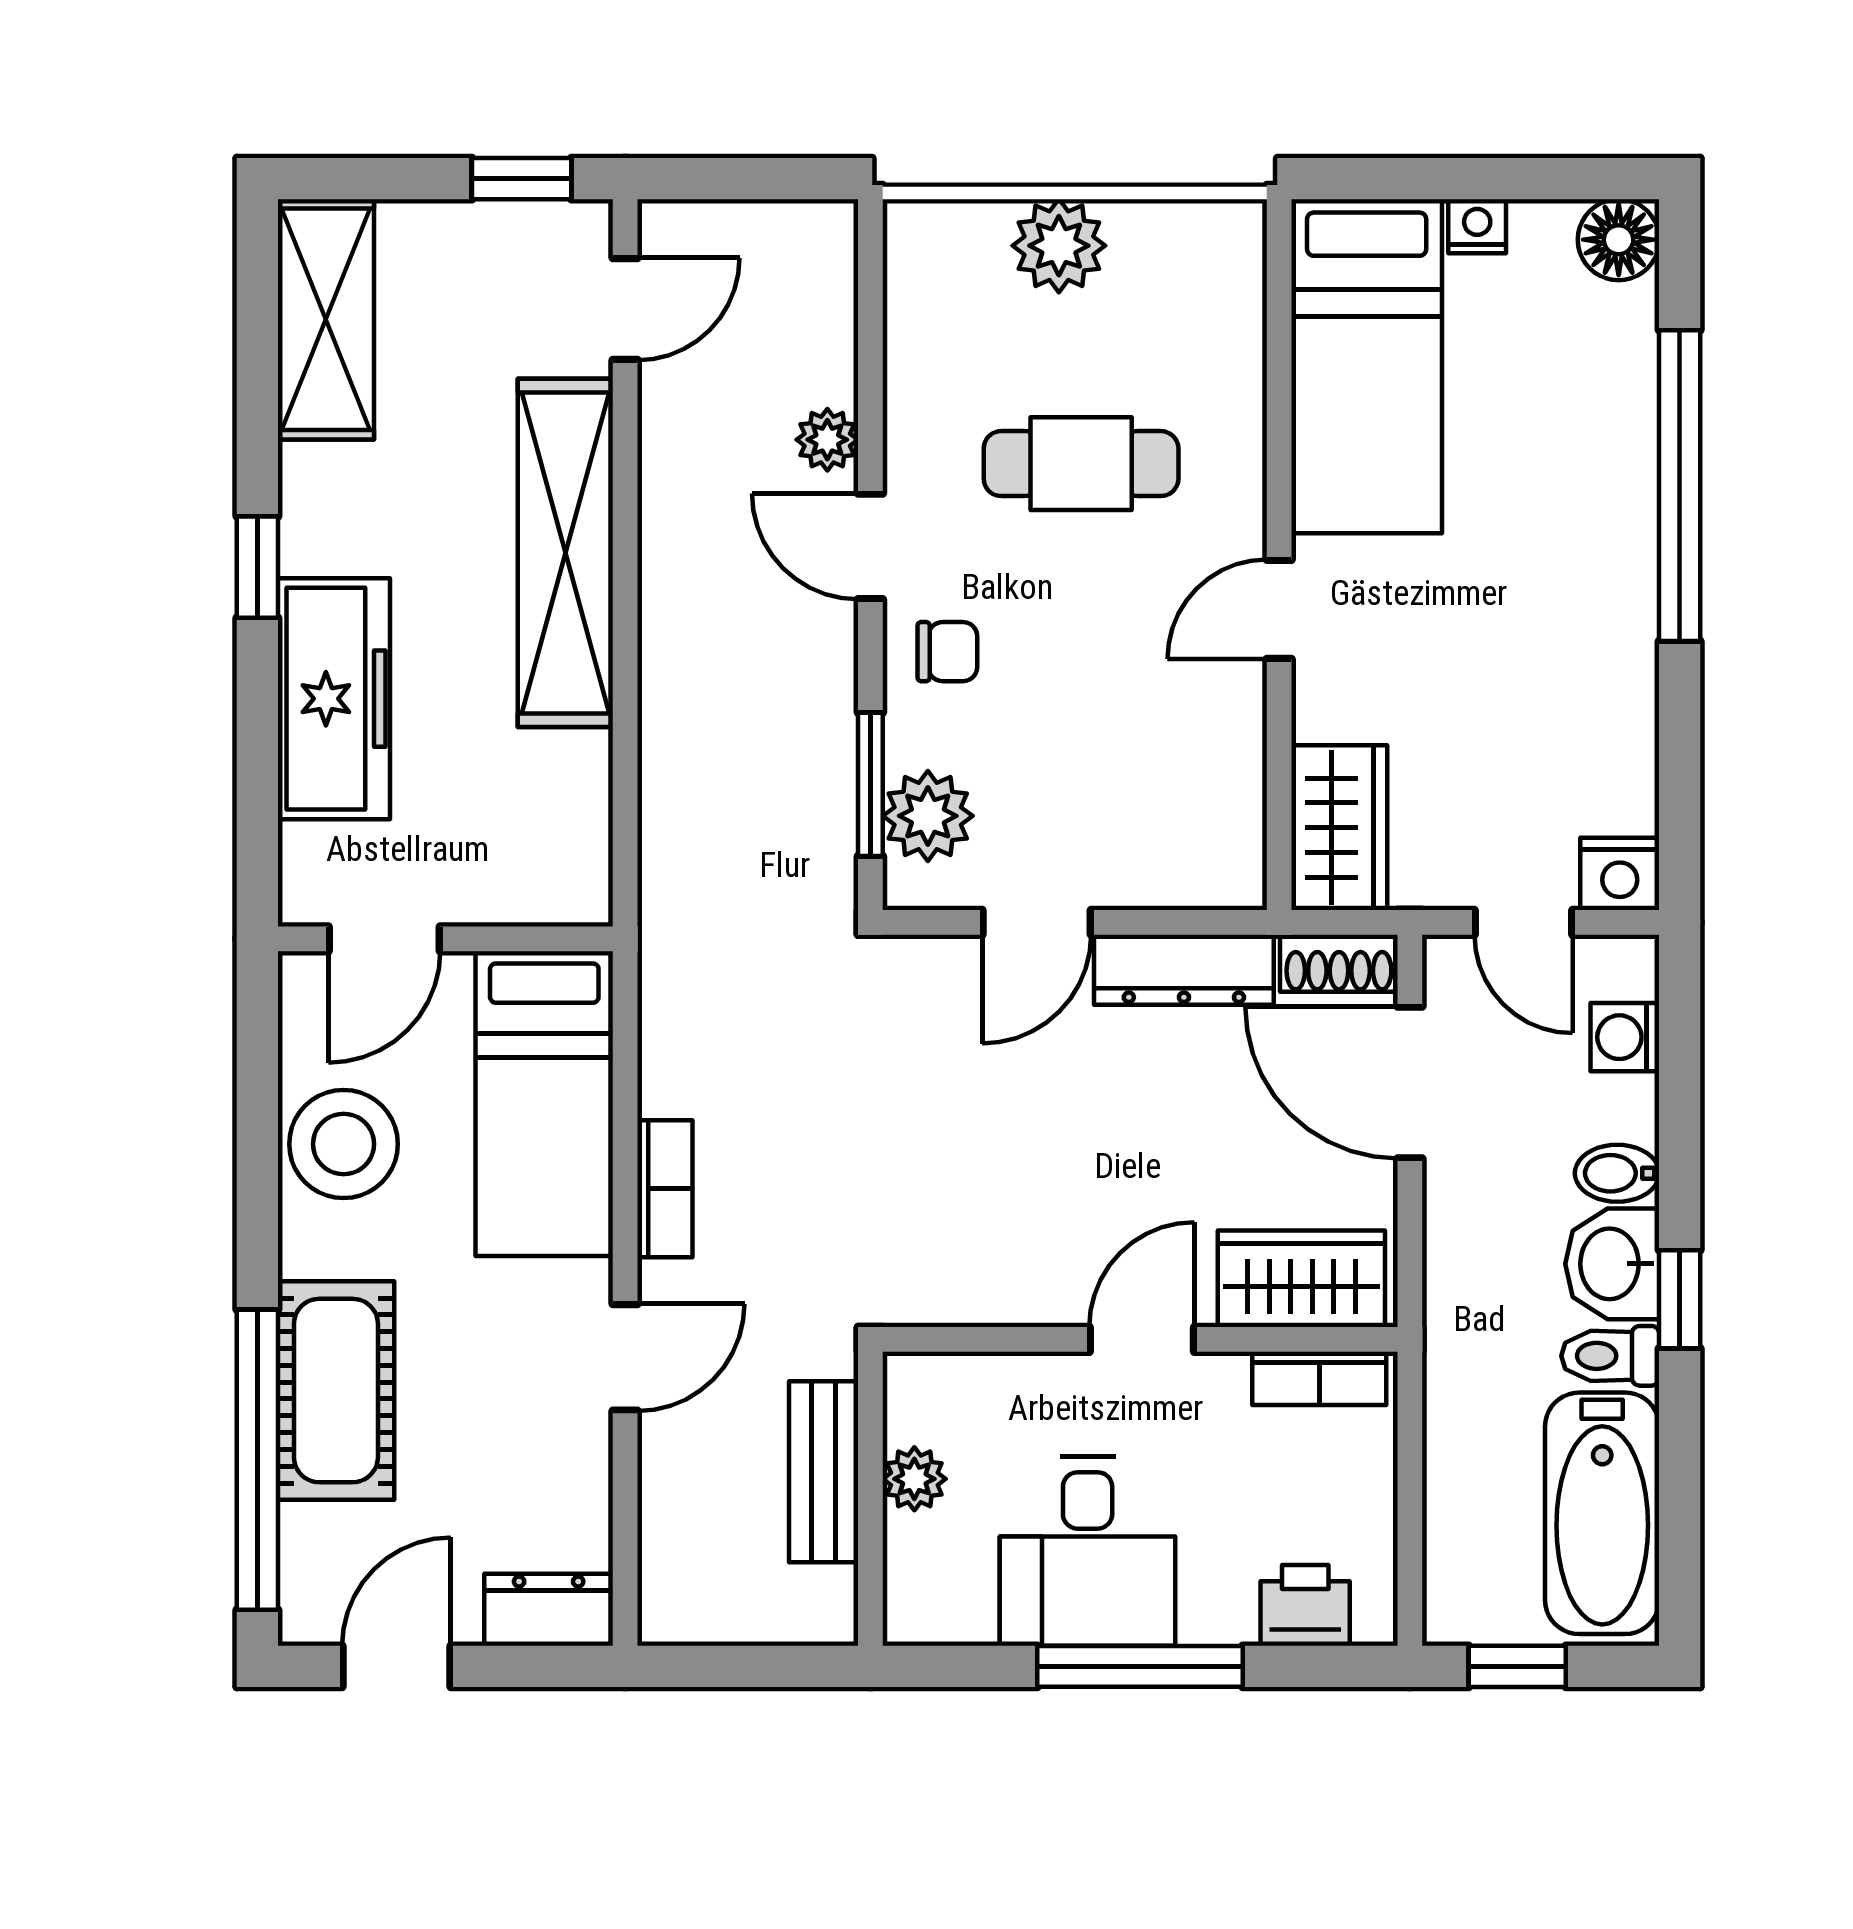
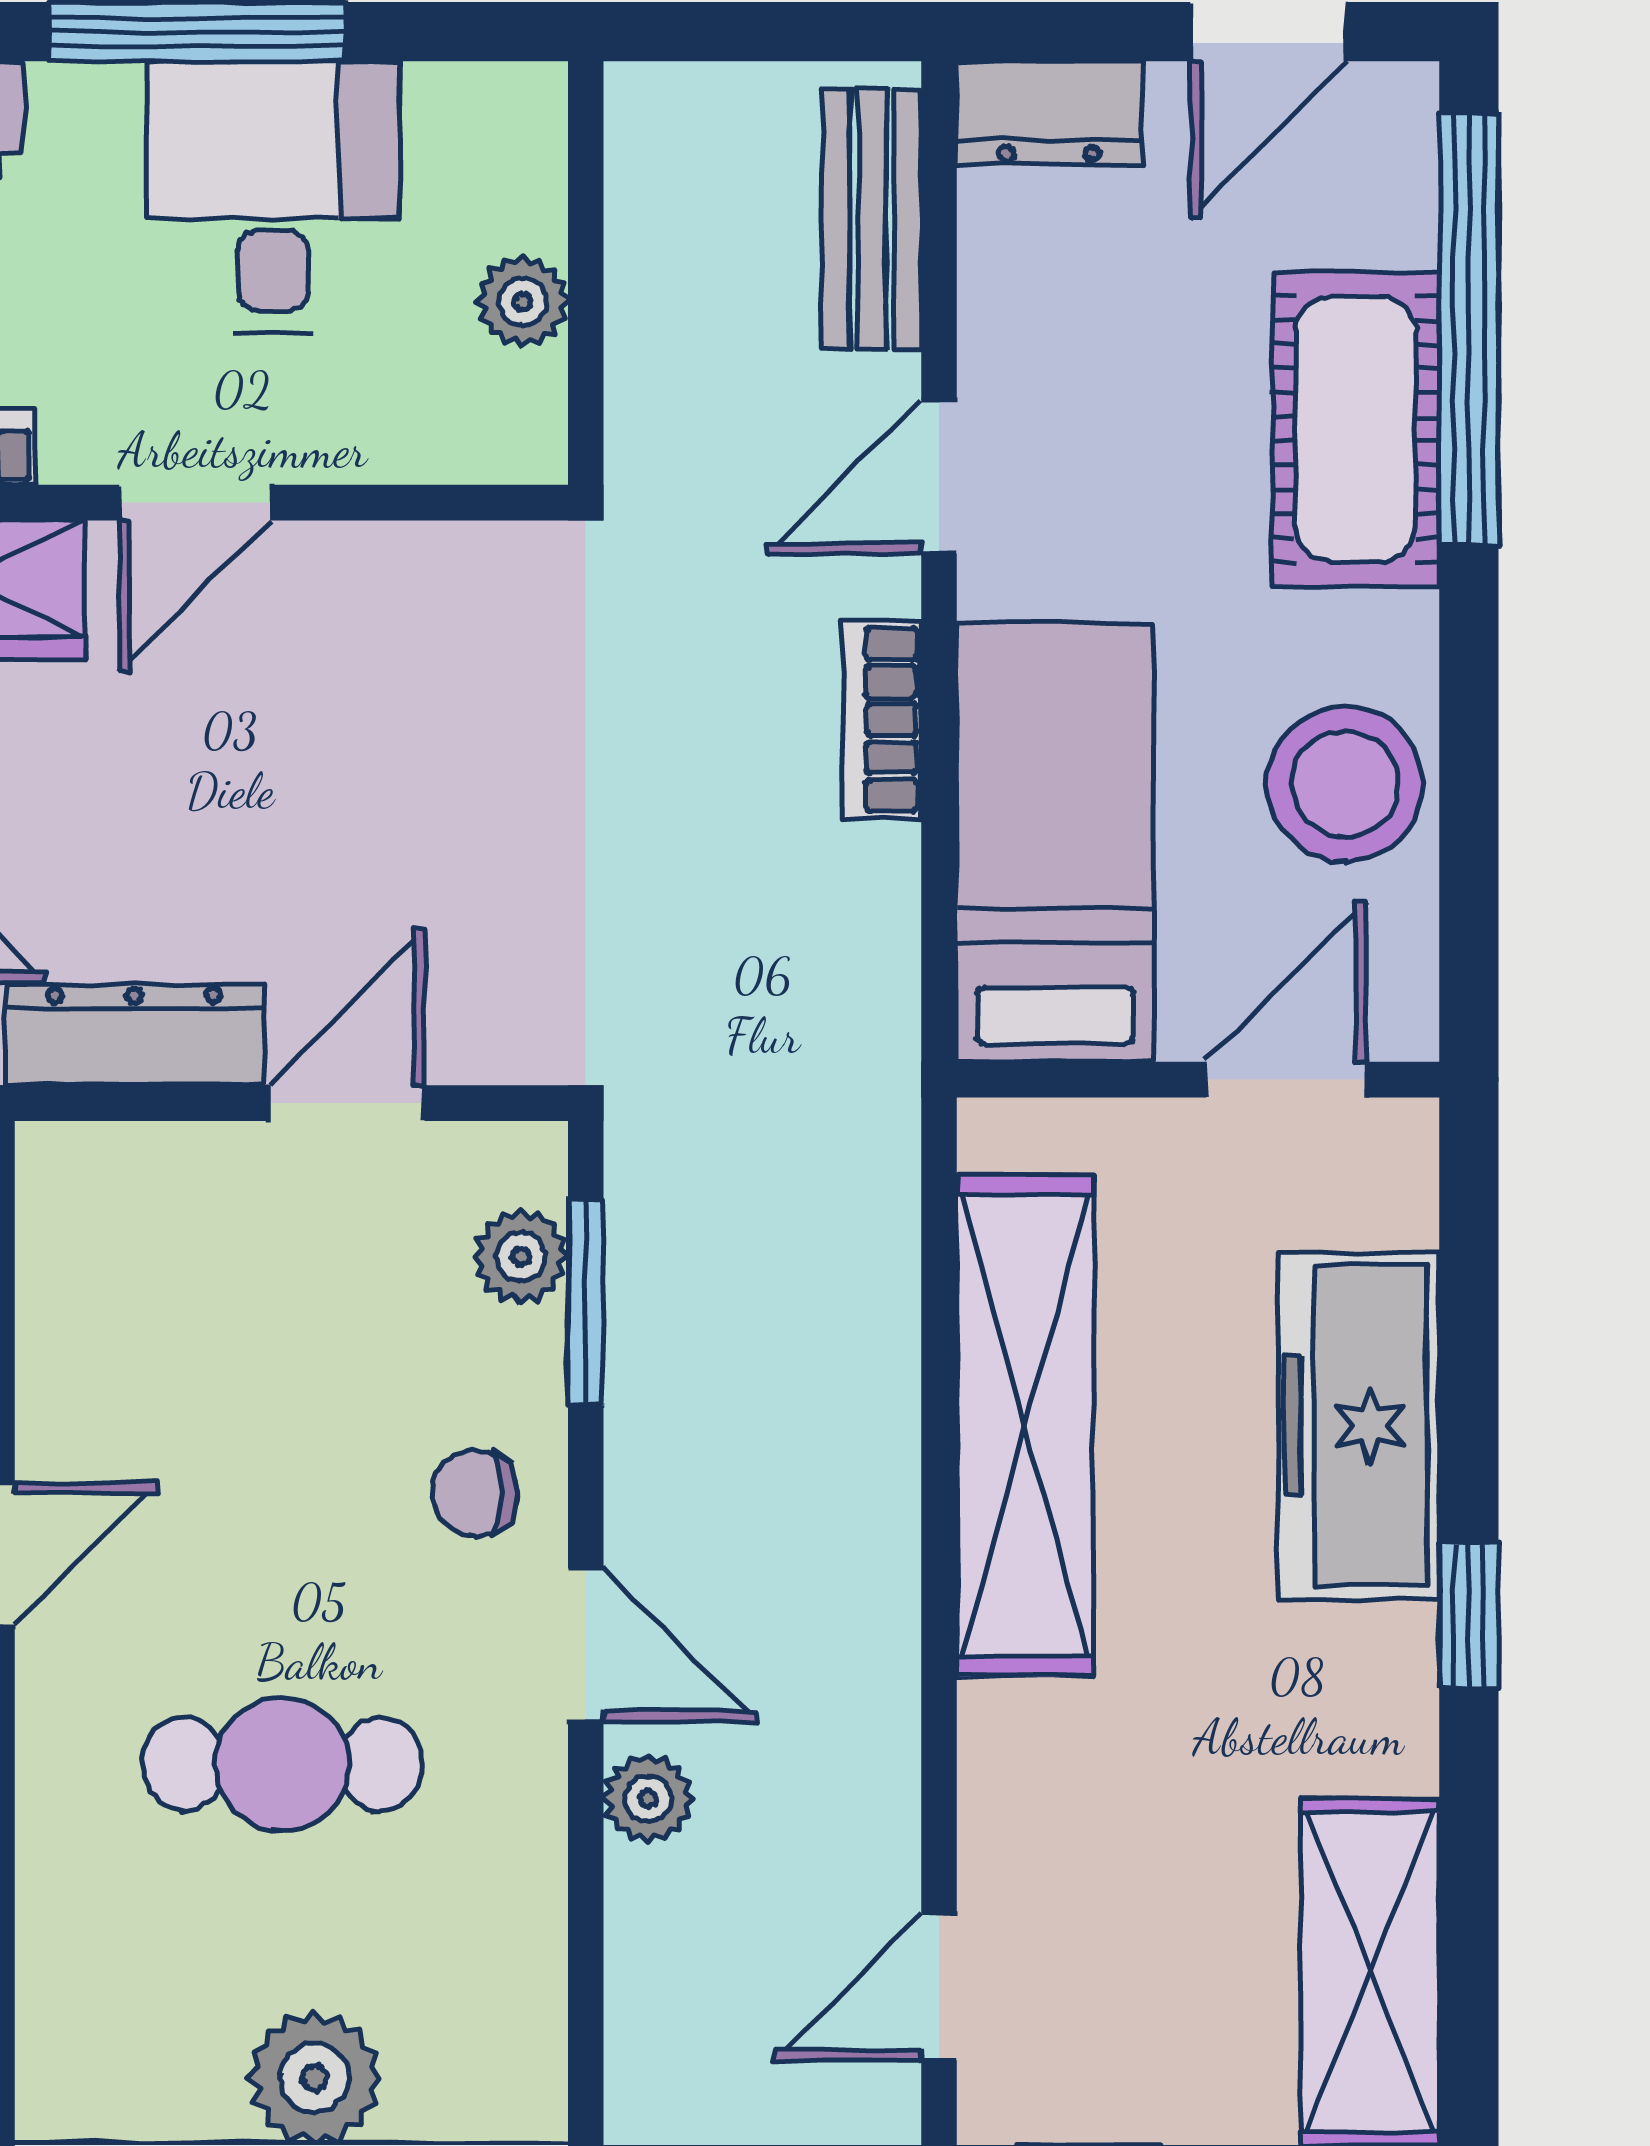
shelving: (565, 553) -> (1025, 1426), moved
plant: (928, 816) -> (521, 1257), width x0.73, depth x0.73
bench: (824, 1472) -> (872, 219), moved

